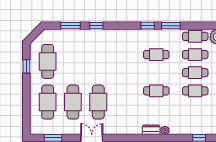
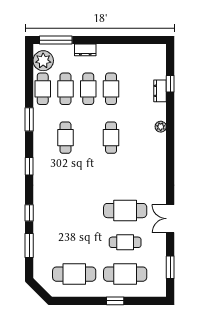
window: (148, 26) -> (29, 166), moved
window: (26, 66) -> (115, 301), moved
cafe table: (73, 102) -> (125, 242), width x0.73, depth x0.74
dresser: (151, 130) -> (160, 91), moved

